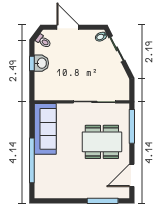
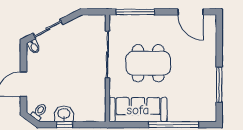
dining table: (102, 142) -> (148, 63), moved, turned 90
window: (103, 201) -> (219, 85), moved

